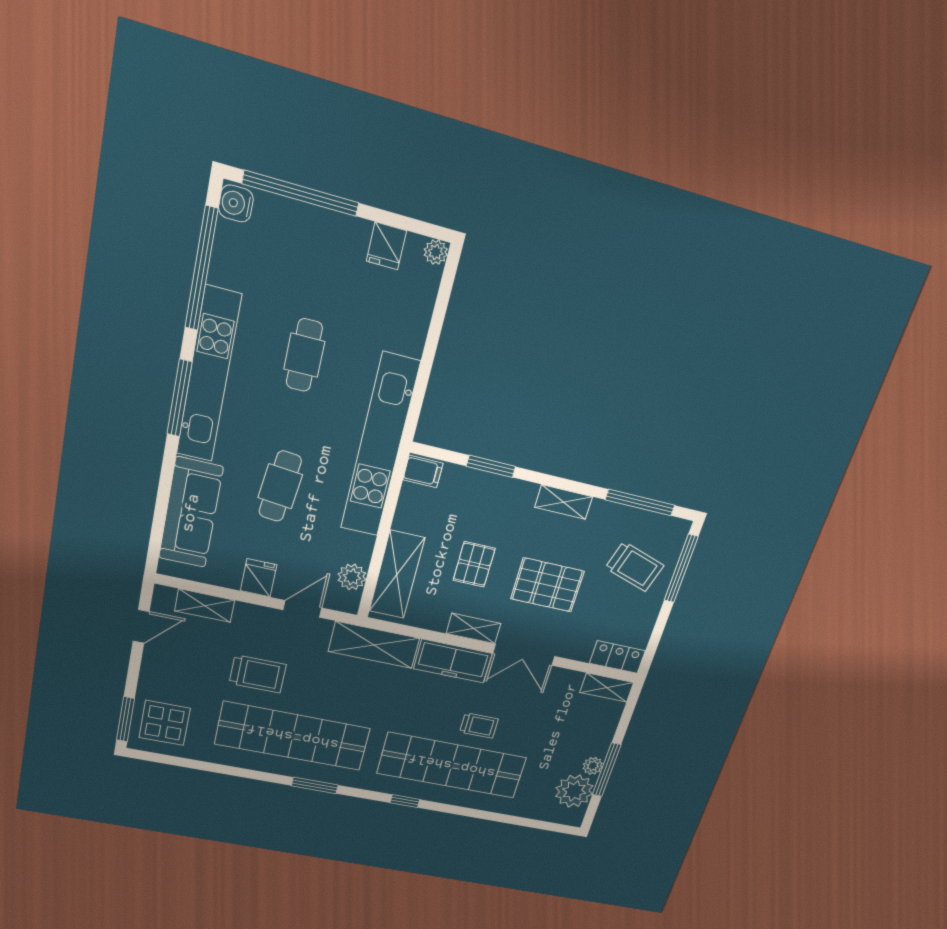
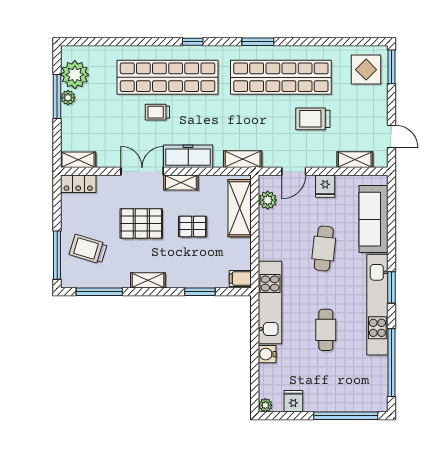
water cooler: (236, 203) -> (267, 354), moved, turned 180
window: (180, 398) -> (391, 287), width x0.69
kitchen unit: (380, 446) -> (270, 303), width x0.73
pallet: (474, 564) -> (193, 226), turned 90
door: (141, 626) -> (391, 136), swing flipped
shelving: (374, 645) -> (243, 159), width x0.67, depth x0.75

